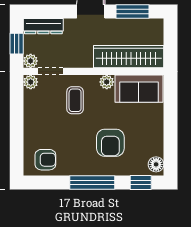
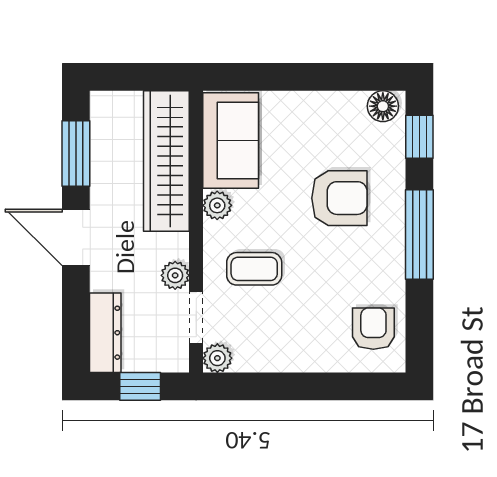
plant: (31, 61) -> (175, 275), moved

